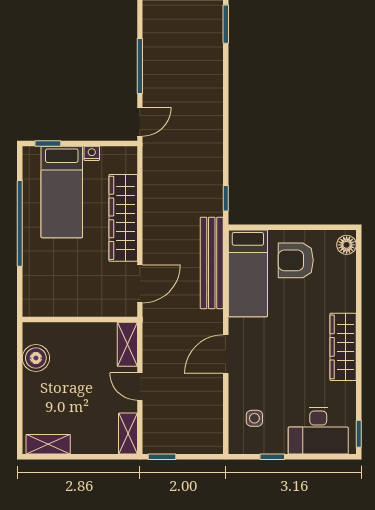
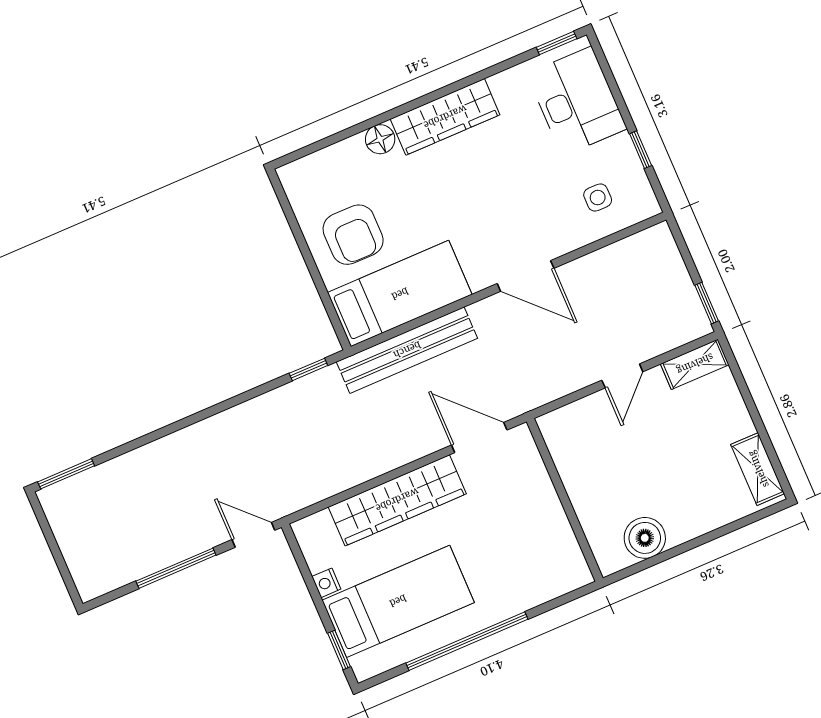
floor lamp: (347, 245) -> (380, 139), moved
shelving: (127, 344) -> (571, 419), removed

